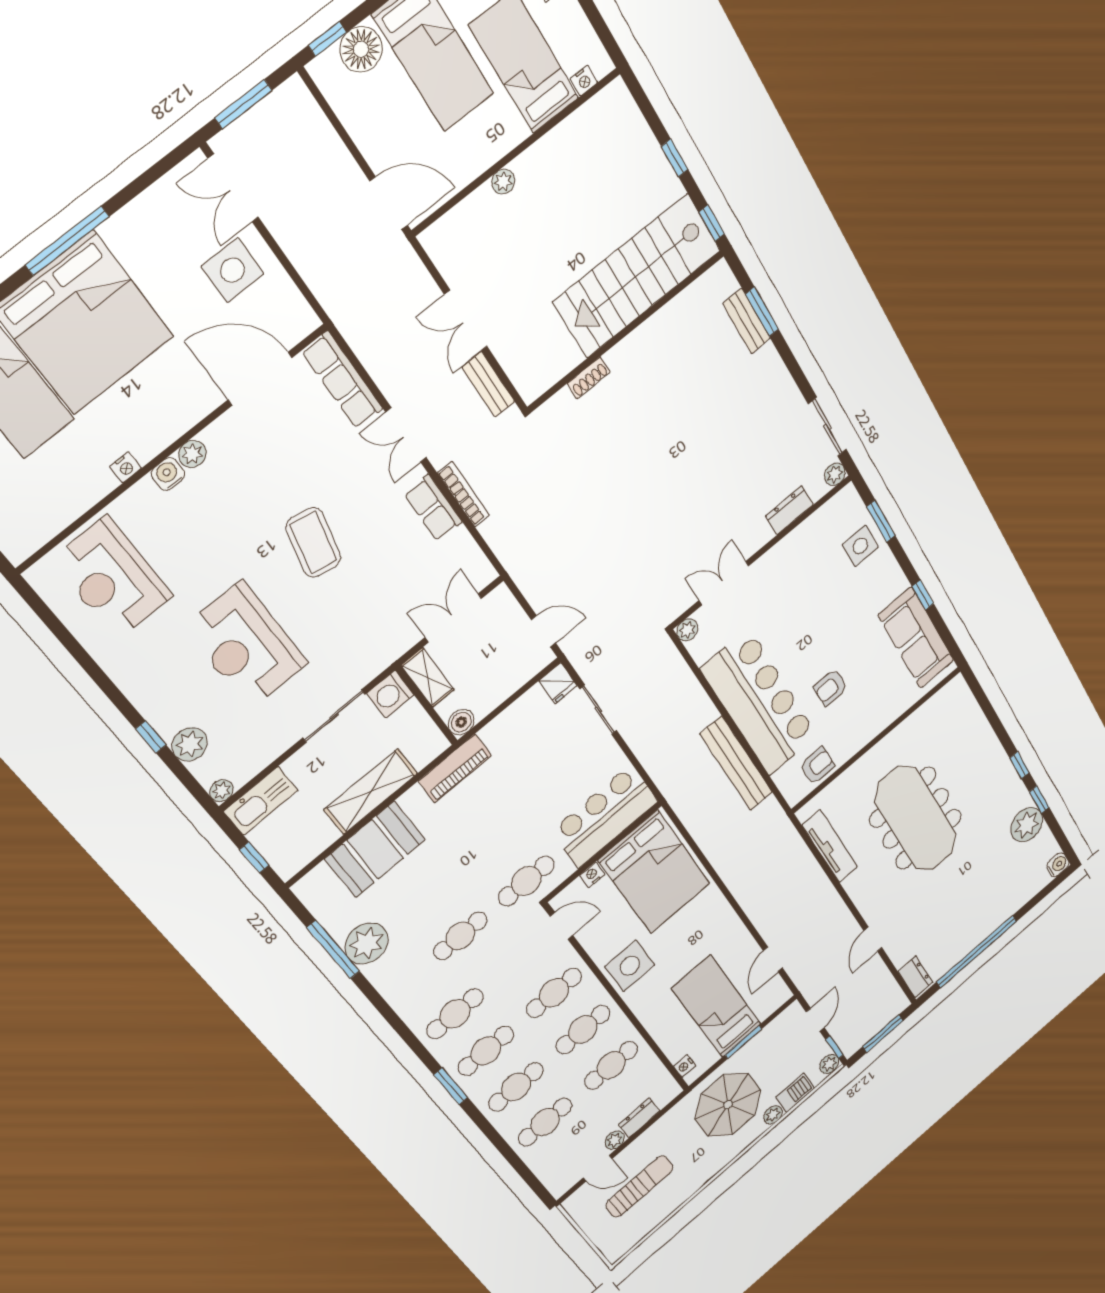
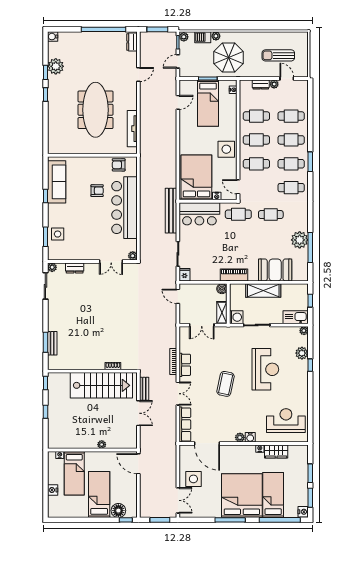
stairs: (637, 276) -> (101, 385), moved
wardrobe: (81, 492) -> (276, 451), added
reception desk: (112, 578) -> (286, 421), turned -90
bench: (736, 763) -> (171, 211), moved

